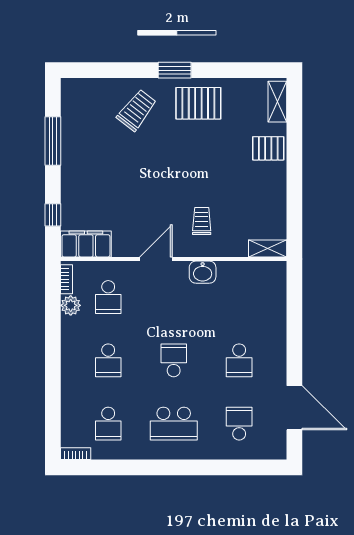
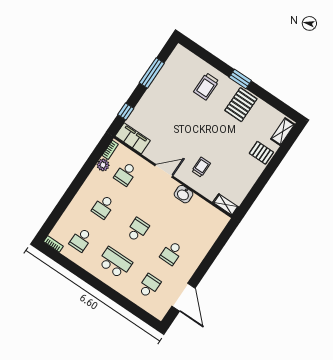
pallet: (198, 103) -> (241, 105), turned 90
trolley: (137, 110) -> (206, 86), turned 142
school desk: (174, 424) -> (115, 263), turned 180

